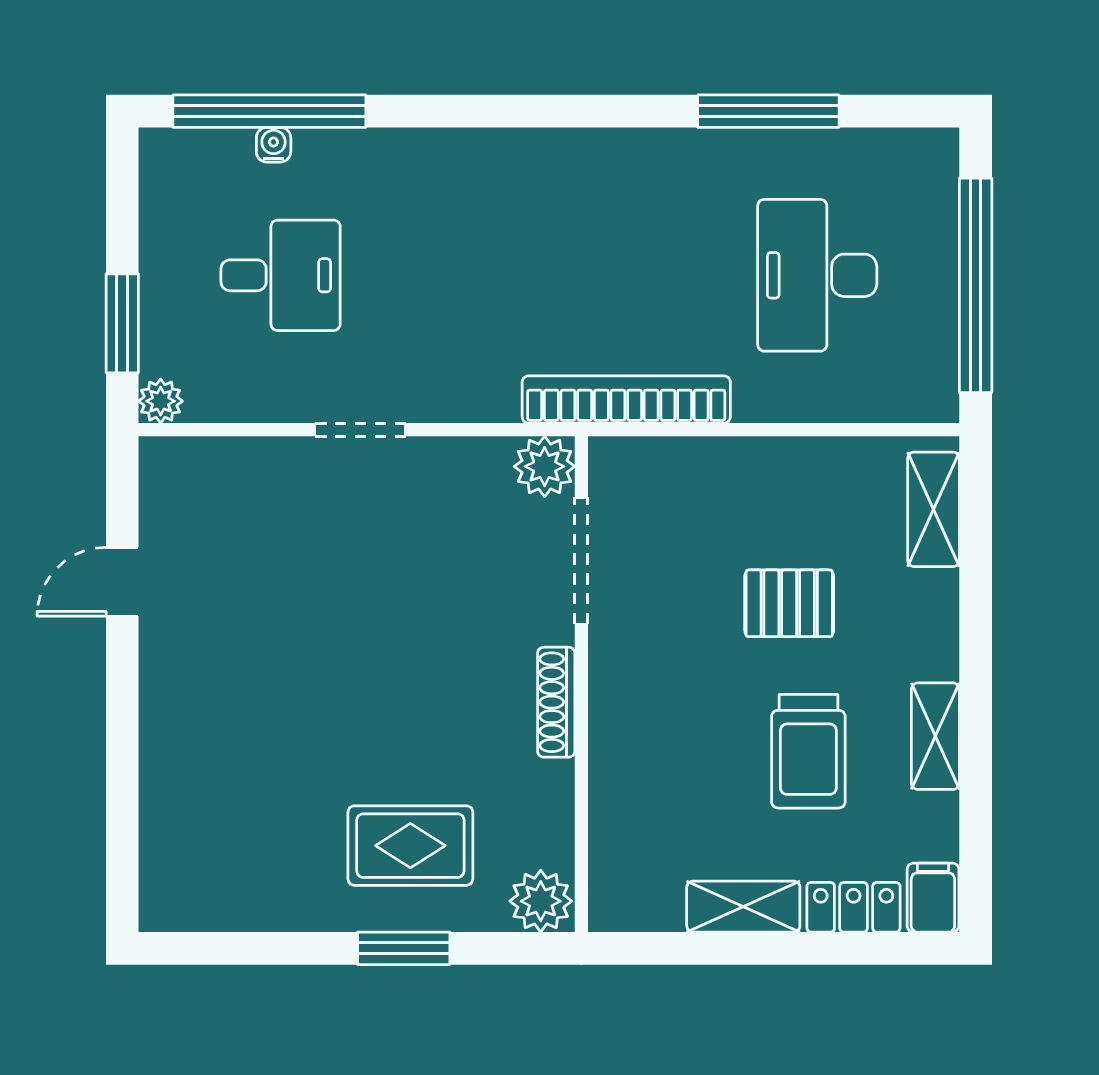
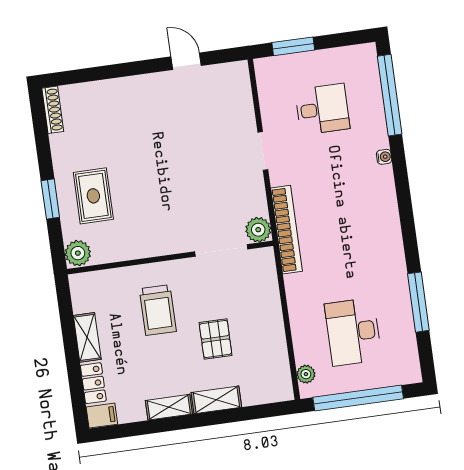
water cooler: (274, 145) -> (384, 157), moved
desk: (281, 275) -> (322, 109), turned -90
desk: (817, 275) -> (353, 332), turned -90
bookcase: (626, 399) -> (287, 230), moved
plant: (161, 401) -> (306, 374), moved
shelving: (934, 509) -> (216, 400), moved
shoe rack: (556, 702) -> (53, 110), moved, turned 90
trolley: (808, 751) -> (158, 310), moved, turned -90

